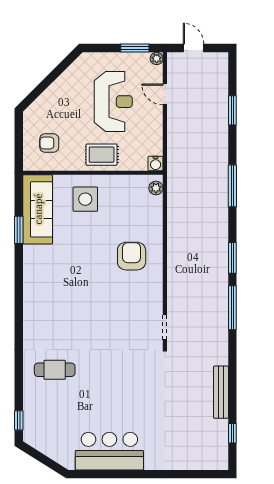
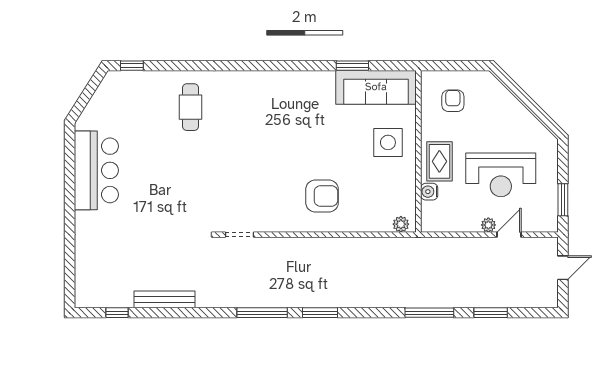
plant: (157, 58) -> (488, 225), moved
water cooler: (156, 163) -> (429, 192), moved
window: (232, 186) -> (429, 313), moved

